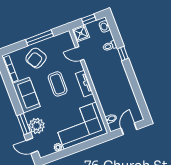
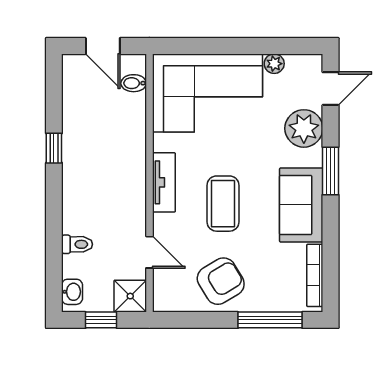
window: (40, 38) -> (270, 320), moved
window: (123, 54) -> (54, 148), moved
armchair: (36, 58) -> (221, 281), moved
window: (24, 124) -> (330, 171), moved
door: (129, 129) -> (103, 46), hinge flipped
door: (32, 146) -> (330, 89), hinge flipped

